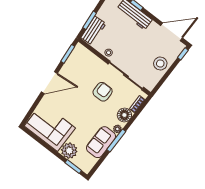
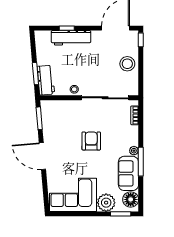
door: (49, 83) -> (42, 156), swing flipped
armchair: (103, 92) -> (91, 141), moved
floor lamp: (124, 115) -> (131, 199), moved

